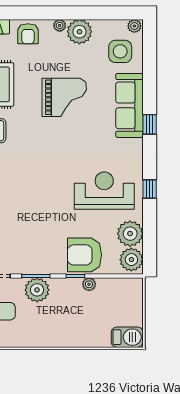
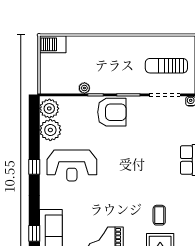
window: (150, 124) -> (34, 233), moved
armchair: (85, 255) -> (112, 112), moved
plant: (37, 290) -> (127, 83), removed

